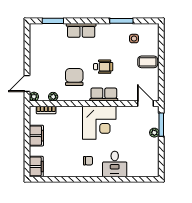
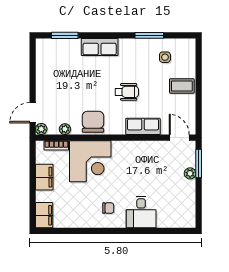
chair: (74, 77) -> (93, 122), moved
row of seats: (104, 95) -> (143, 126), moved
corner desk: (99, 123) -> (90, 161), moved

